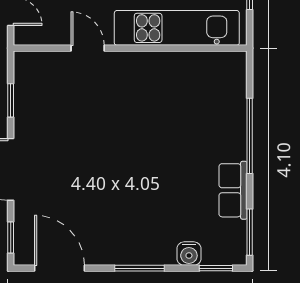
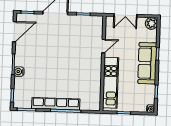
row of seats: (233, 190) -> (56, 104), width x2.02
water cooler: (189, 254) -> (19, 72), moved

